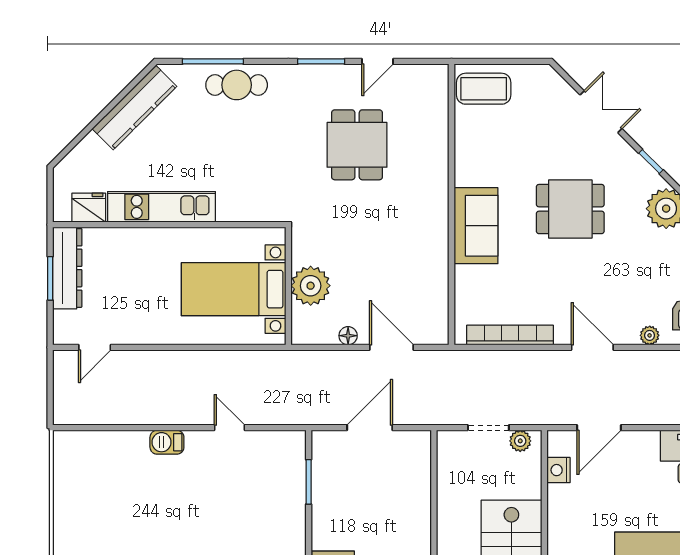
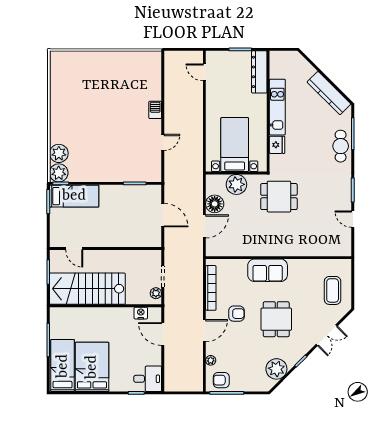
coffee table: (484, 89) -> (333, 290), moved
dining table: (357, 145) -> (279, 197), moved
fridge: (89, 208) -> (277, 145), moved
dresser: (67, 268) -> (259, 72), moved, turned 90
armchair: (559, 286) -> (236, 314), added
floor lamp: (348, 336) -> (215, 204), width x1.89, depth x1.89

